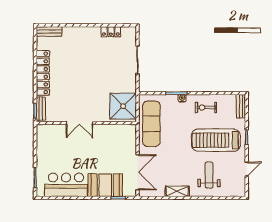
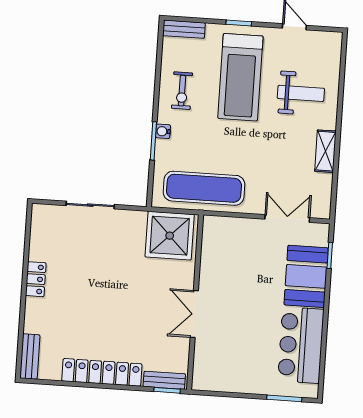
locker: (111, 32) -> (36, 279), moved
double door: (80, 123) -> (194, 314), swing flipped
double door: (137, 172) -> (287, 218), width x0.73
weight bench: (209, 175) -> (301, 93), turned 180

